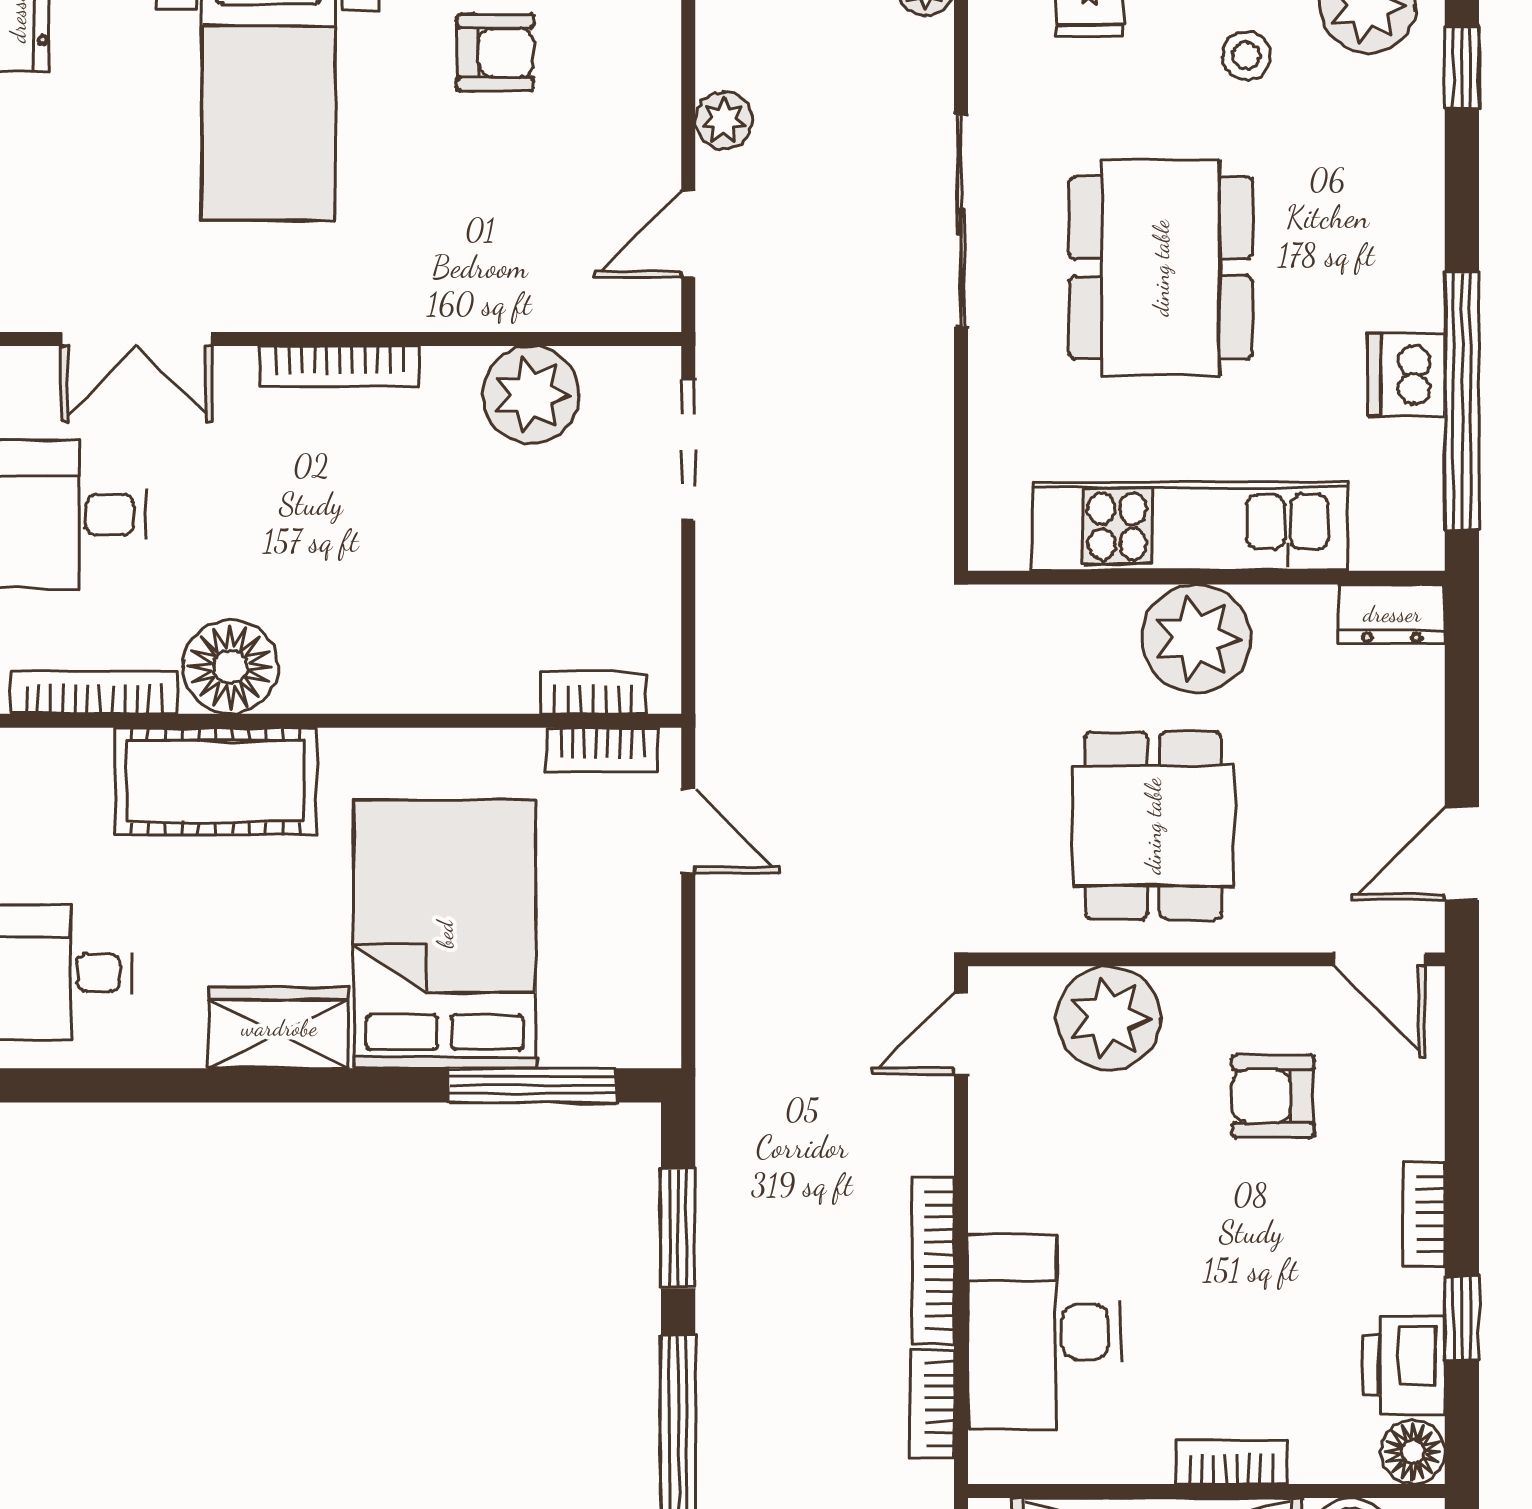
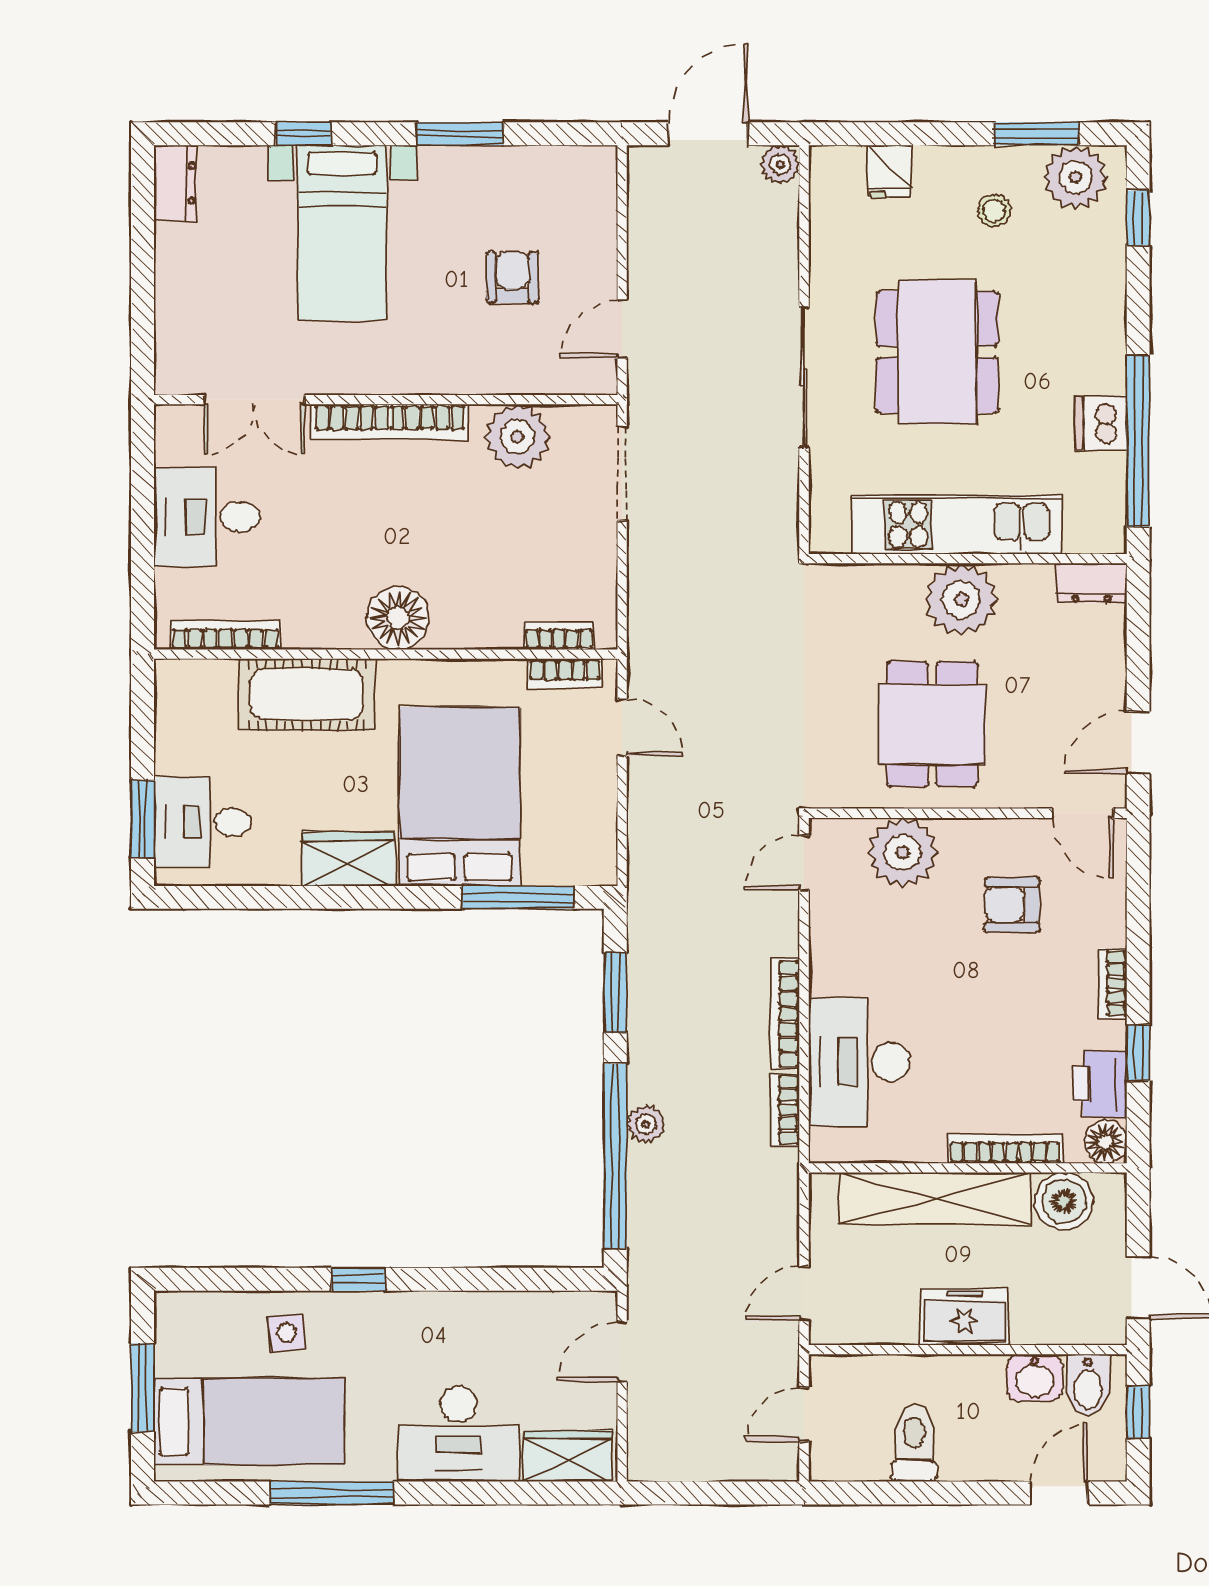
armchair: (495, 53) -> (512, 277), moved, turned -90
plant: (724, 120) -> (646, 1124), moved
sliding door: (961, 221) -> (804, 378), moved
bookcase: (340, 366) -> (390, 422), width x1.48, depth x1.31
floor lamp: (230, 667) -> (398, 618), moved
bookcase: (1232, 1462) -> (1005, 1149), width x1.56

